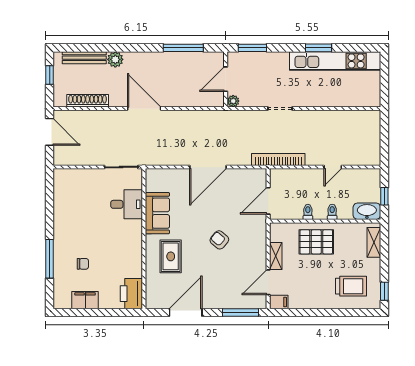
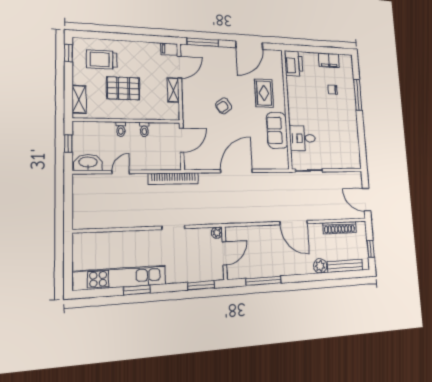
washbasin: (367, 211) -> (88, 162), moved, turned 180
armchair: (219, 240) -> (224, 106), turned 105
pallet: (316, 242) -> (123, 88), moved

